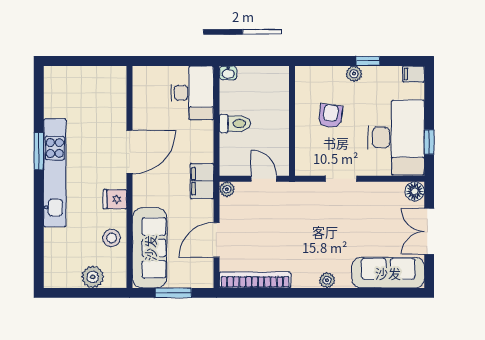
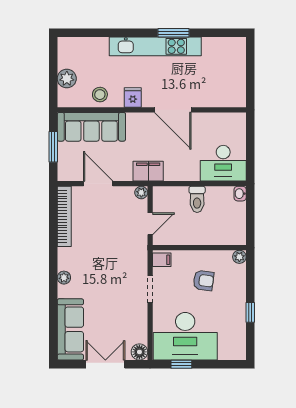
plant: (354, 74) -> (239, 257), moved
filing cabinet: (413, 74) -> (162, 260), moved, turned 90

